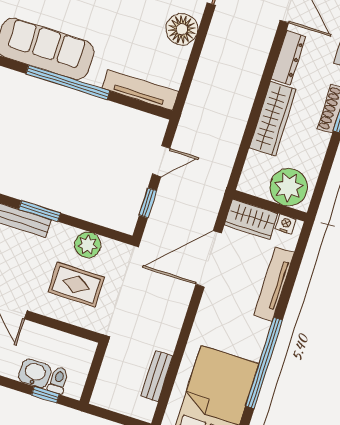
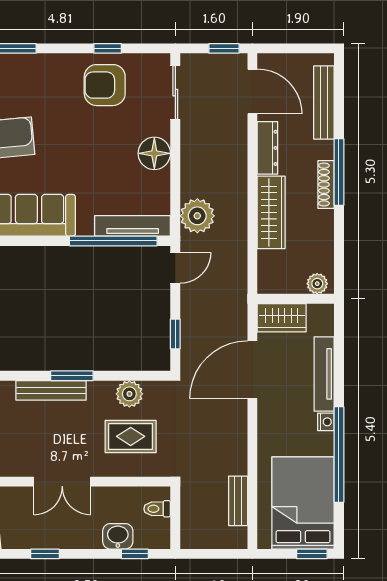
window: (68, 82) -> (113, 241), moved
plant: (203, 100) -> (197, 216), added
door: (161, 161) -> (175, 268), moved
plant: (289, 187) -> (317, 284), width x0.53, depth x0.53
nightstand: (286, 224) -> (326, 422), moved, turned 90
toilet: (58, 380) -> (157, 509), moved, turned -90

